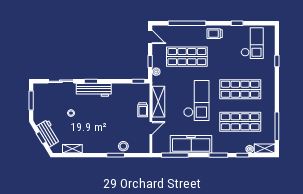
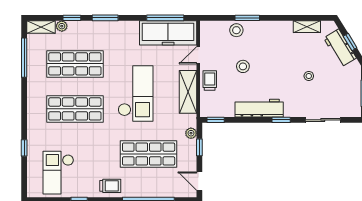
workbench: (94, 90) -> (259, 108), moved
checkout: (196, 100) -> (136, 93), turned 180
stool: (119, 120) -> (243, 66), added
freezer: (191, 144) -> (168, 33), moved

